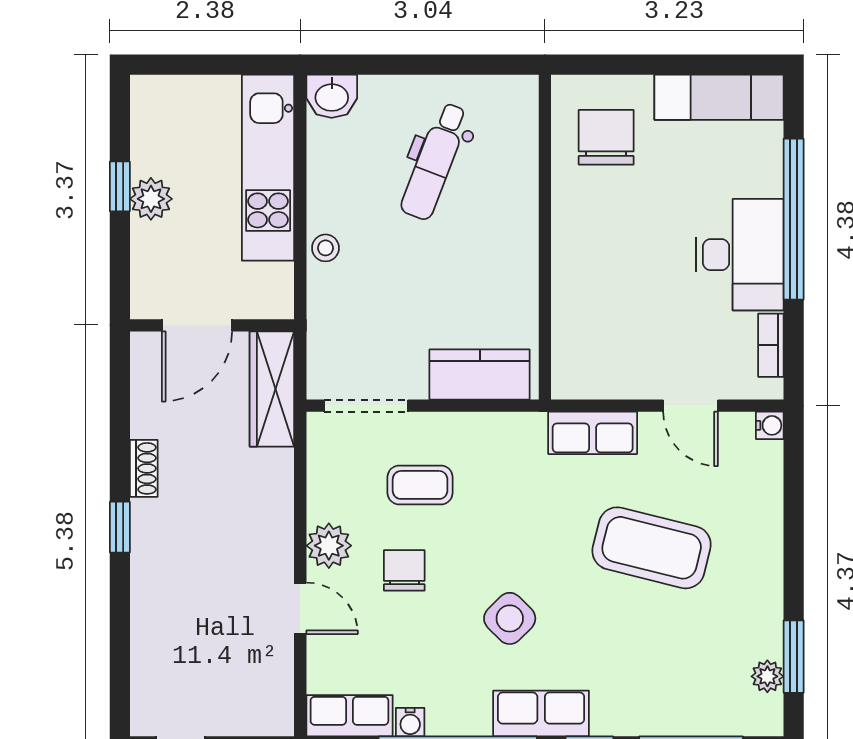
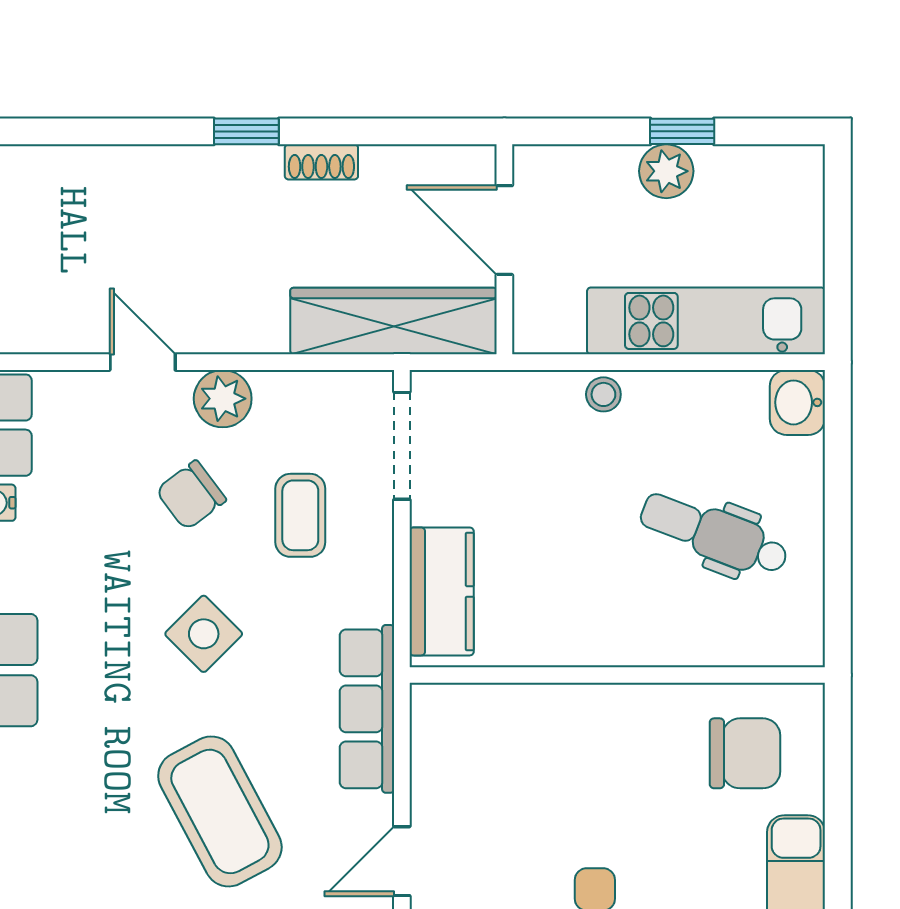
wardrobe: (272, 389) -> (394, 321), width x1.40, depth x1.17
row of seats: (593, 433) -> (367, 709), width x1.48
coffee table: (652, 548) -> (220, 811), turned -42
chair: (404, 570) -> (191, 495), turned 143
door: (300, 608) -> (143, 362), swing flipped
side table: (510, 618) -> (204, 634), moved

